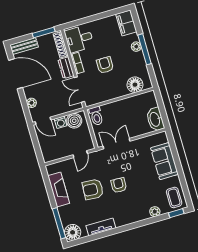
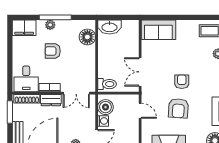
armchair: (105, 65) -> (53, 51), moved
washbasin: (155, 119) -> (109, 27), moved
sofa: (164, 161) -> (158, 30), moved
armchair: (119, 185) -> (182, 82), turned 88

